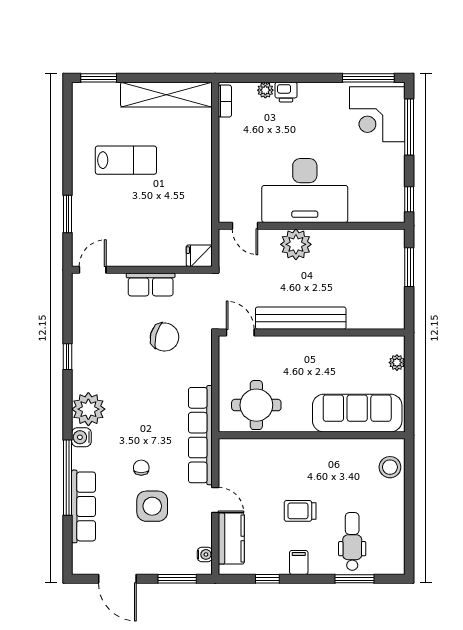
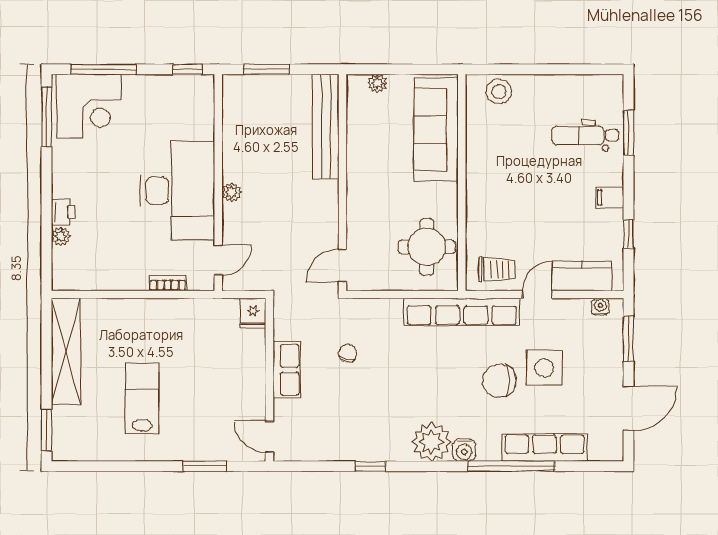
bookcase: (225, 101) -> (168, 283), moved
plant: (296, 244) -> (232, 192), width x0.53, depth x0.53
bench: (301, 318) -> (326, 127), moved
chair: (164, 337) -> (348, 354), width x0.54, depth x0.54
chair: (141, 468) -> (499, 381), width x1.87, depth x1.87
trolley: (300, 511) -> (497, 269), moved, turned -90

